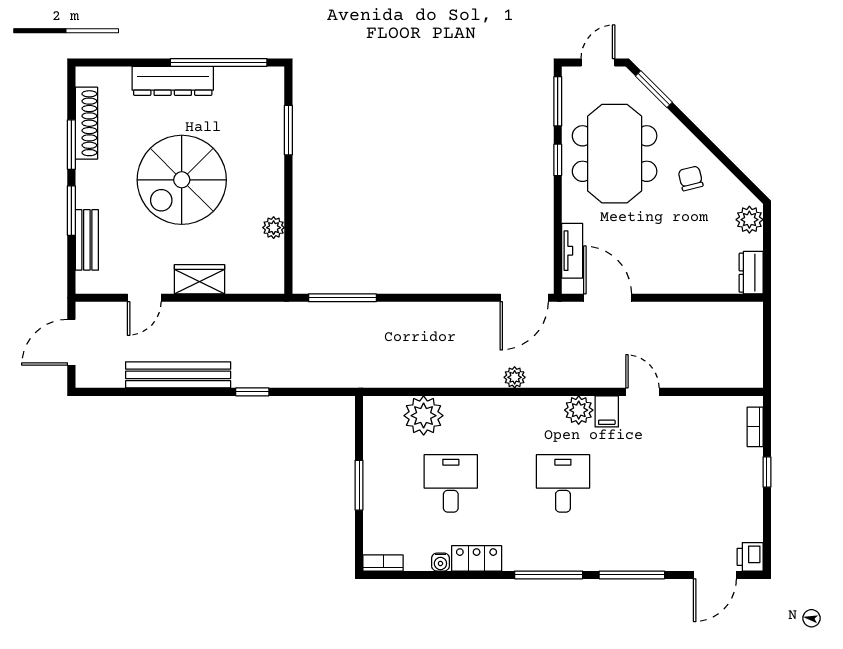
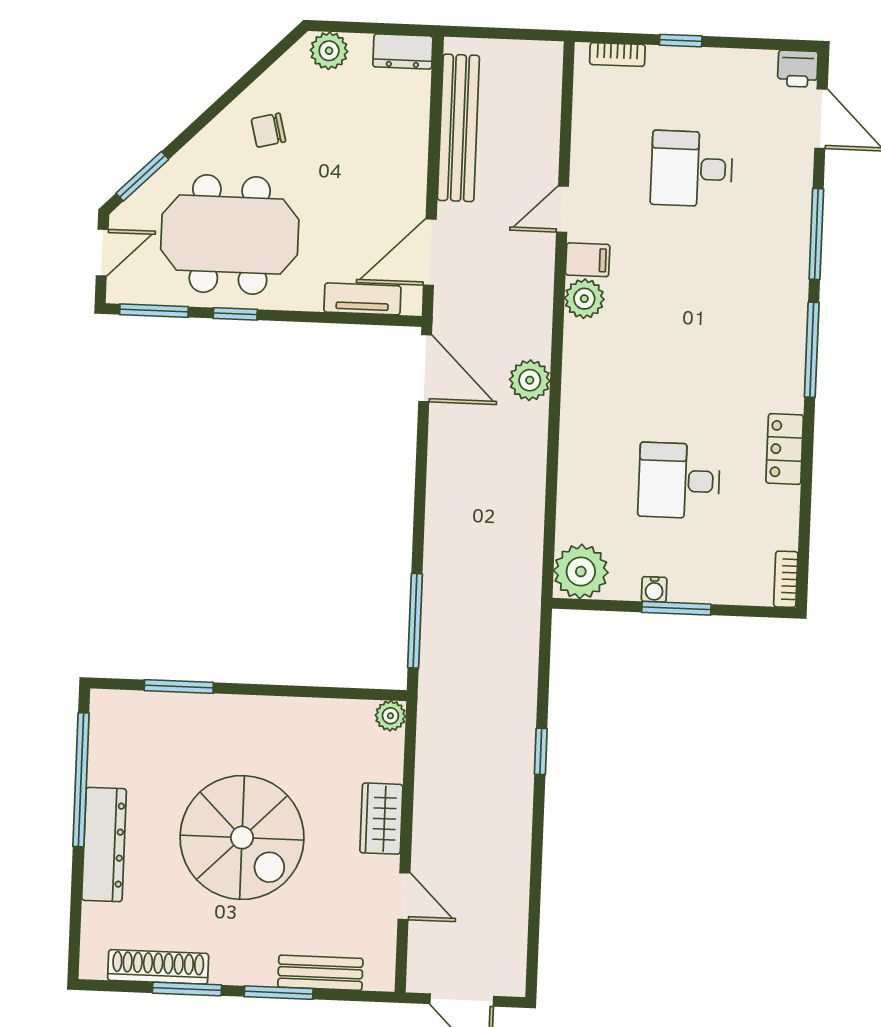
door: (598, 62) -> (102, 253), swing flipped
plant: (274, 228) -> (390, 716), moved
bench: (178, 375) -> (458, 128), moved
plant: (515, 377) -> (530, 380), width x1.38, depth x1.38
plant: (424, 416) -> (581, 572), moved
desk: (563, 483) -> (692, 169), moved
water cooler: (440, 562) -> (654, 589), moved, turned 90

